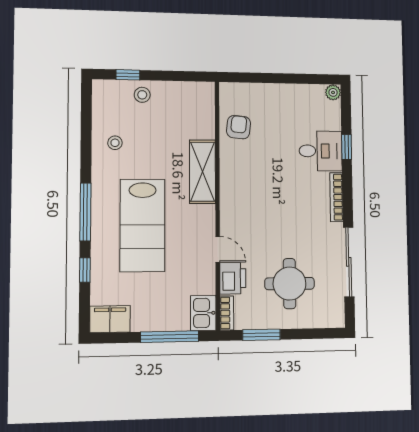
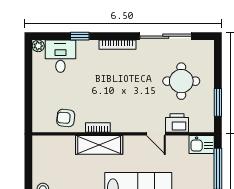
desk: (321, 151) -> (60, 56), moved
door: (218, 249) -> (156, 134), swing flipped
bookcase: (227, 313) -> (98, 128), moved

